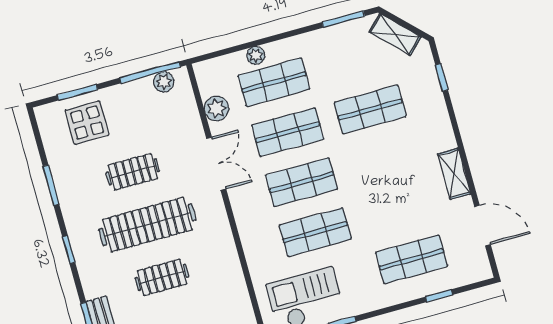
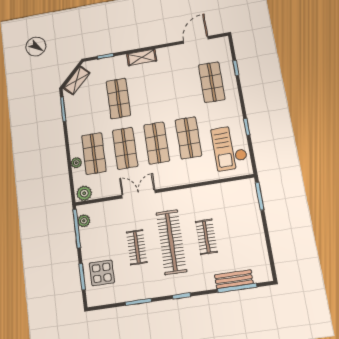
plant: (217, 108) -> (84, 193), moved
shelving: (454, 174) -> (142, 57), moved

